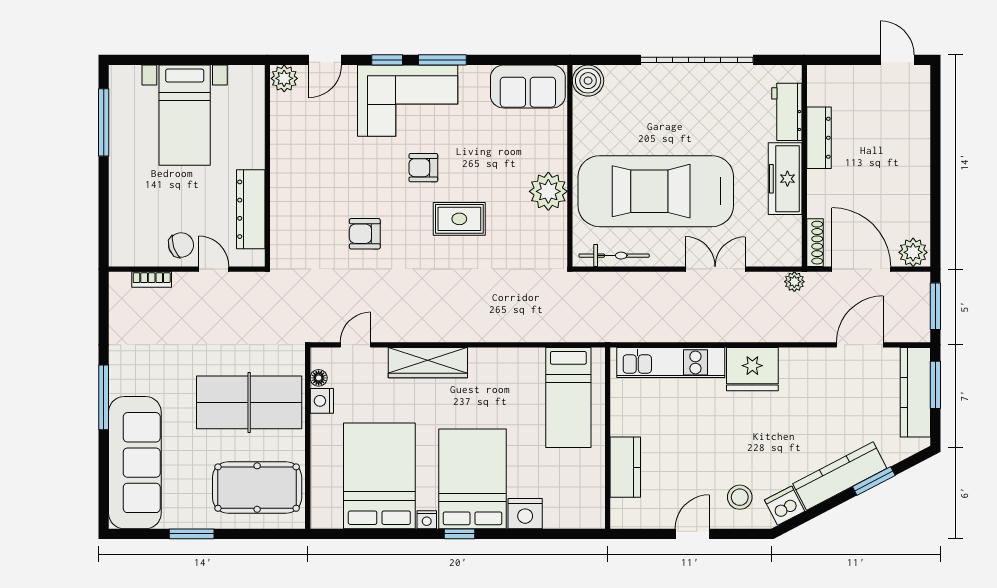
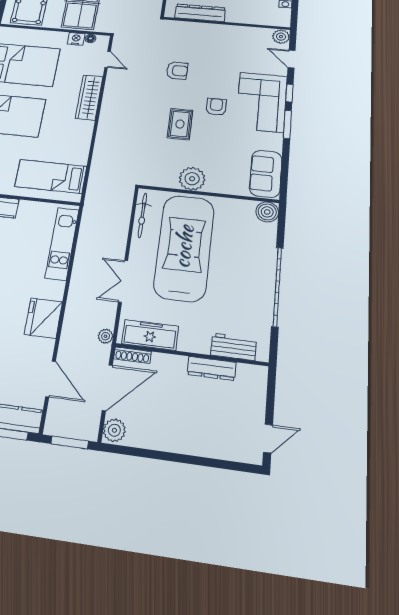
freezer: (785, 179) -> (150, 335), moved
armchair: (365, 234) -> (177, 71), turned 90
double door: (715, 269) -> (123, 281), swing flipped
fridge: (752, 369) -> (43, 318), moved

